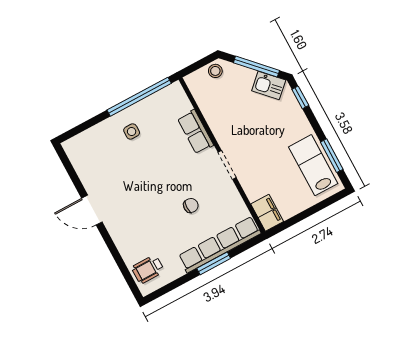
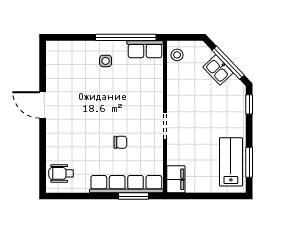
stool: (215, 71) -> (177, 55), moved
kitchen sink: (269, 85) -> (218, 70), moved
row of seats: (195, 132) -> (145, 49), moved, turned -90
window: (214, 263) -> (134, 196), moved

